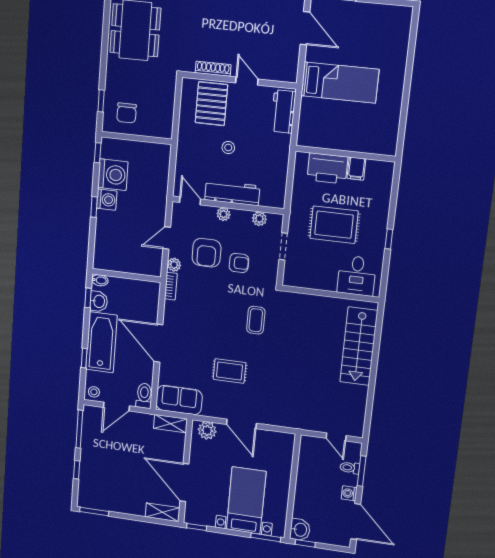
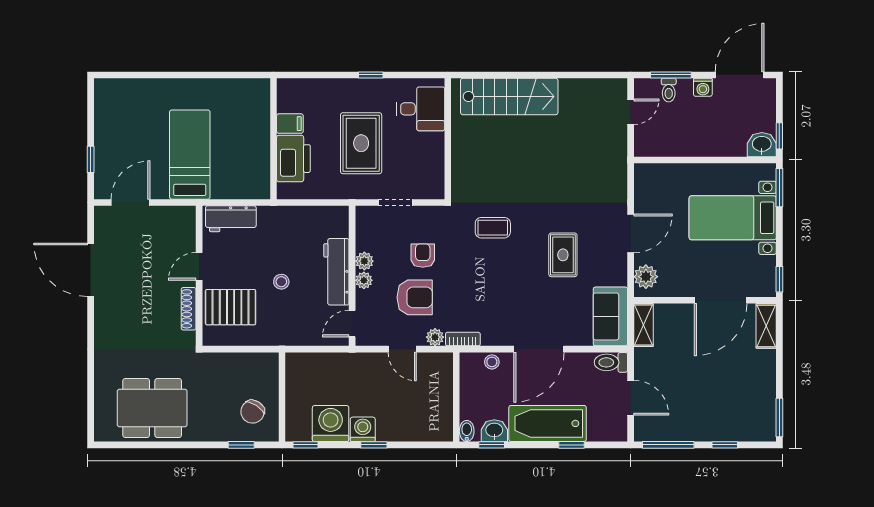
chair: (127, 113) -> (253, 412), turned 123
plant: (259, 219) -> (364, 261), moved
stool: (94, 392) -> (492, 362), moved

